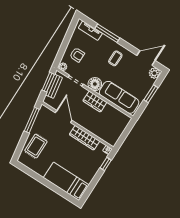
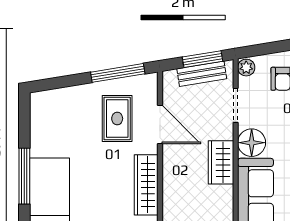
door: (64, 116) -> (160, 125), hinge flipped
rug: (36, 146) -> (117, 119), moved, turned 90
window: (49, 185) -> (24, 176), added

